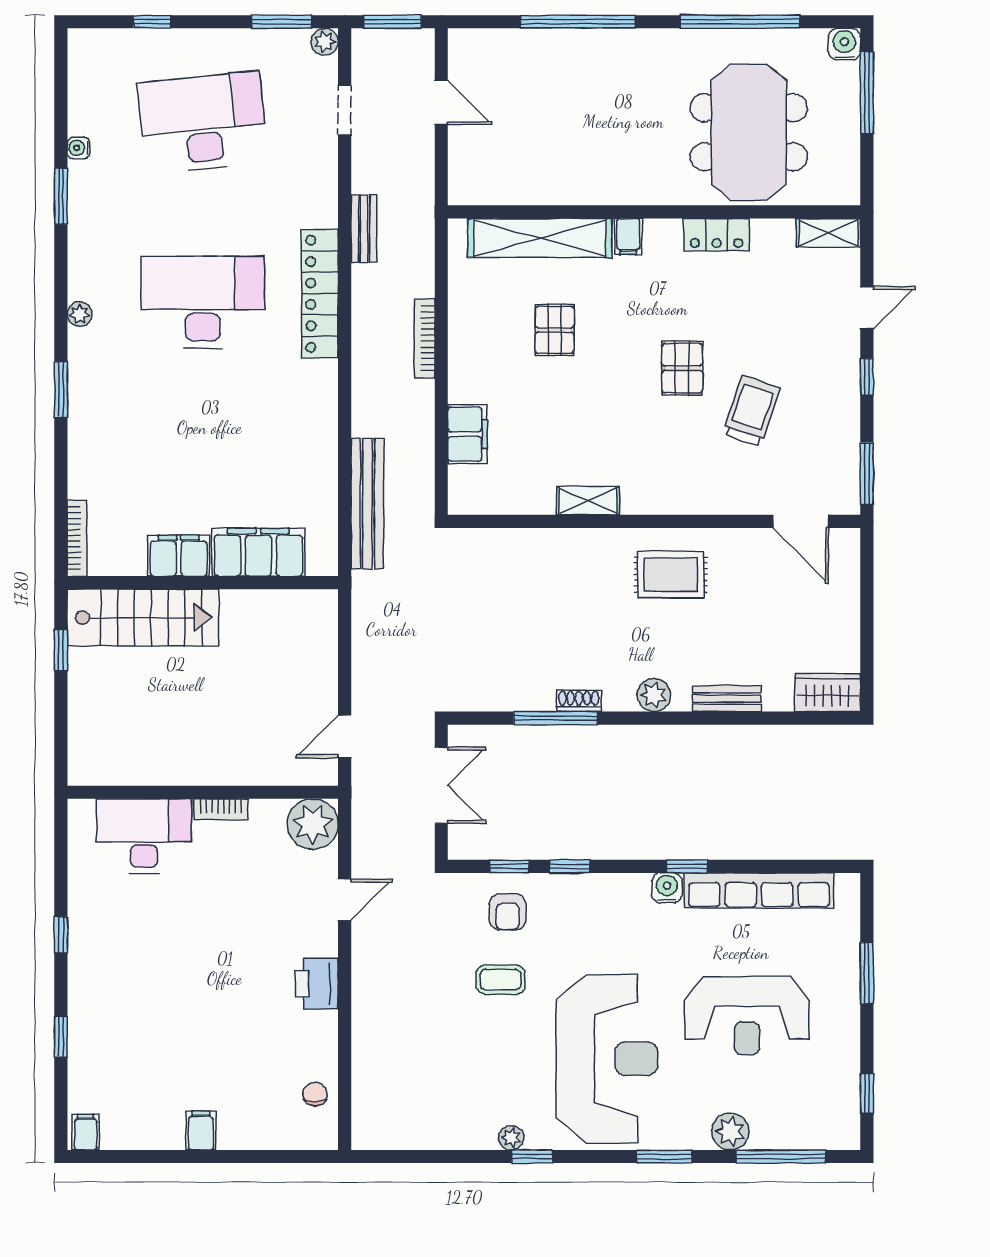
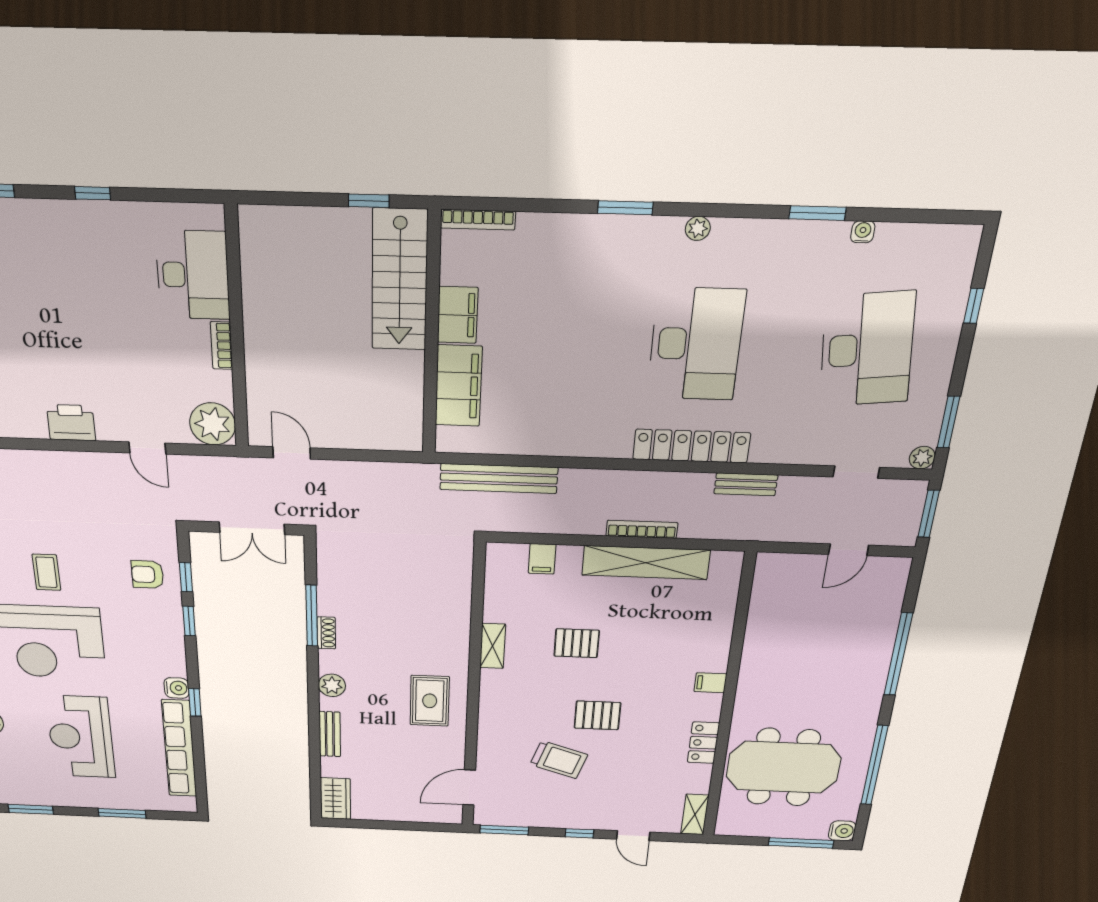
shelving: (540, 238) -> (646, 563), moved, turned 90
pallet: (555, 330) -> (577, 643), moved
filing cabinet: (467, 434) -> (542, 559), width x0.50
coffee table: (501, 980) -> (46, 572), moved
window: (867, 1094) -> (31, 809), width x1.50

